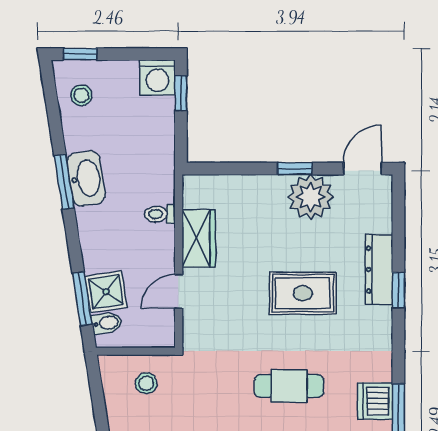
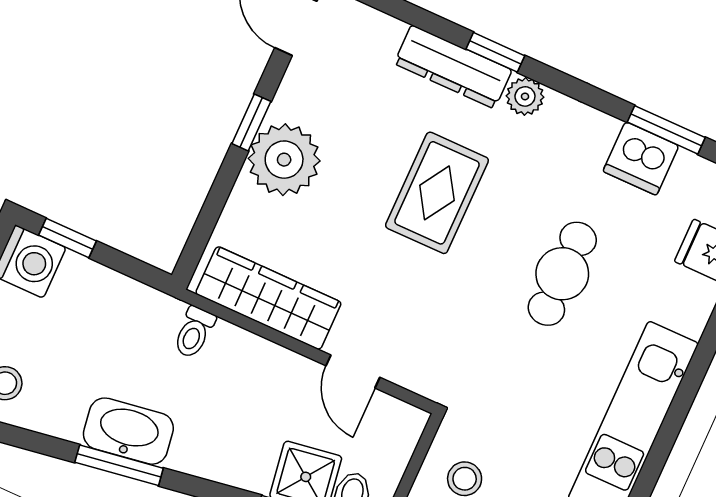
plant: (311, 197) -> (284, 160), moved
toilet: (160, 214) -> (194, 332), moved
wardrobe: (199, 238) -> (268, 298), width x1.50
plant: (381, 319) -> (525, 96), added

